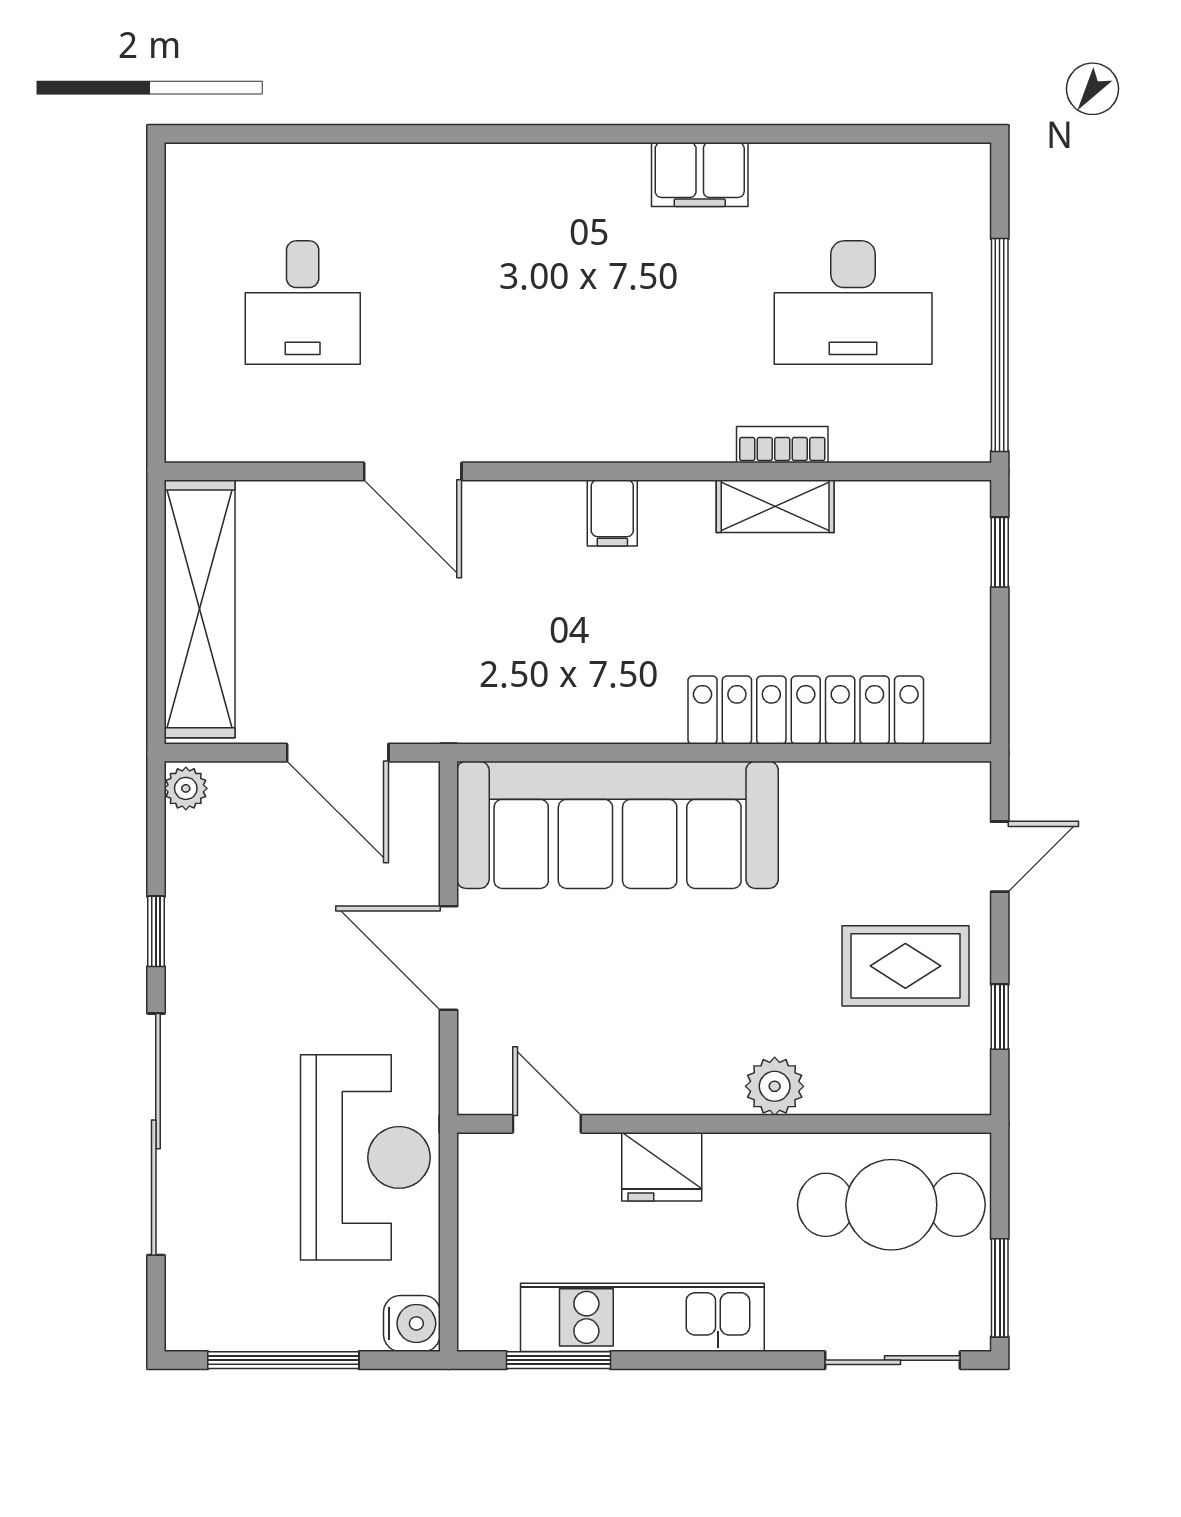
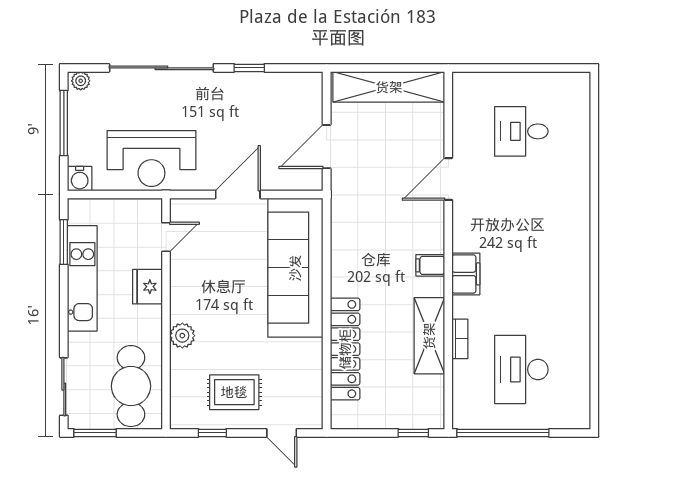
filing cabinet: (700, 174) -> (466, 274), moved, turned 180
shelving: (775, 506) -> (429, 336), width x1.50, depth x1.33
plant: (186, 788) -> (81, 81), moved
rug: (905, 966) -> (234, 392), turned 90

